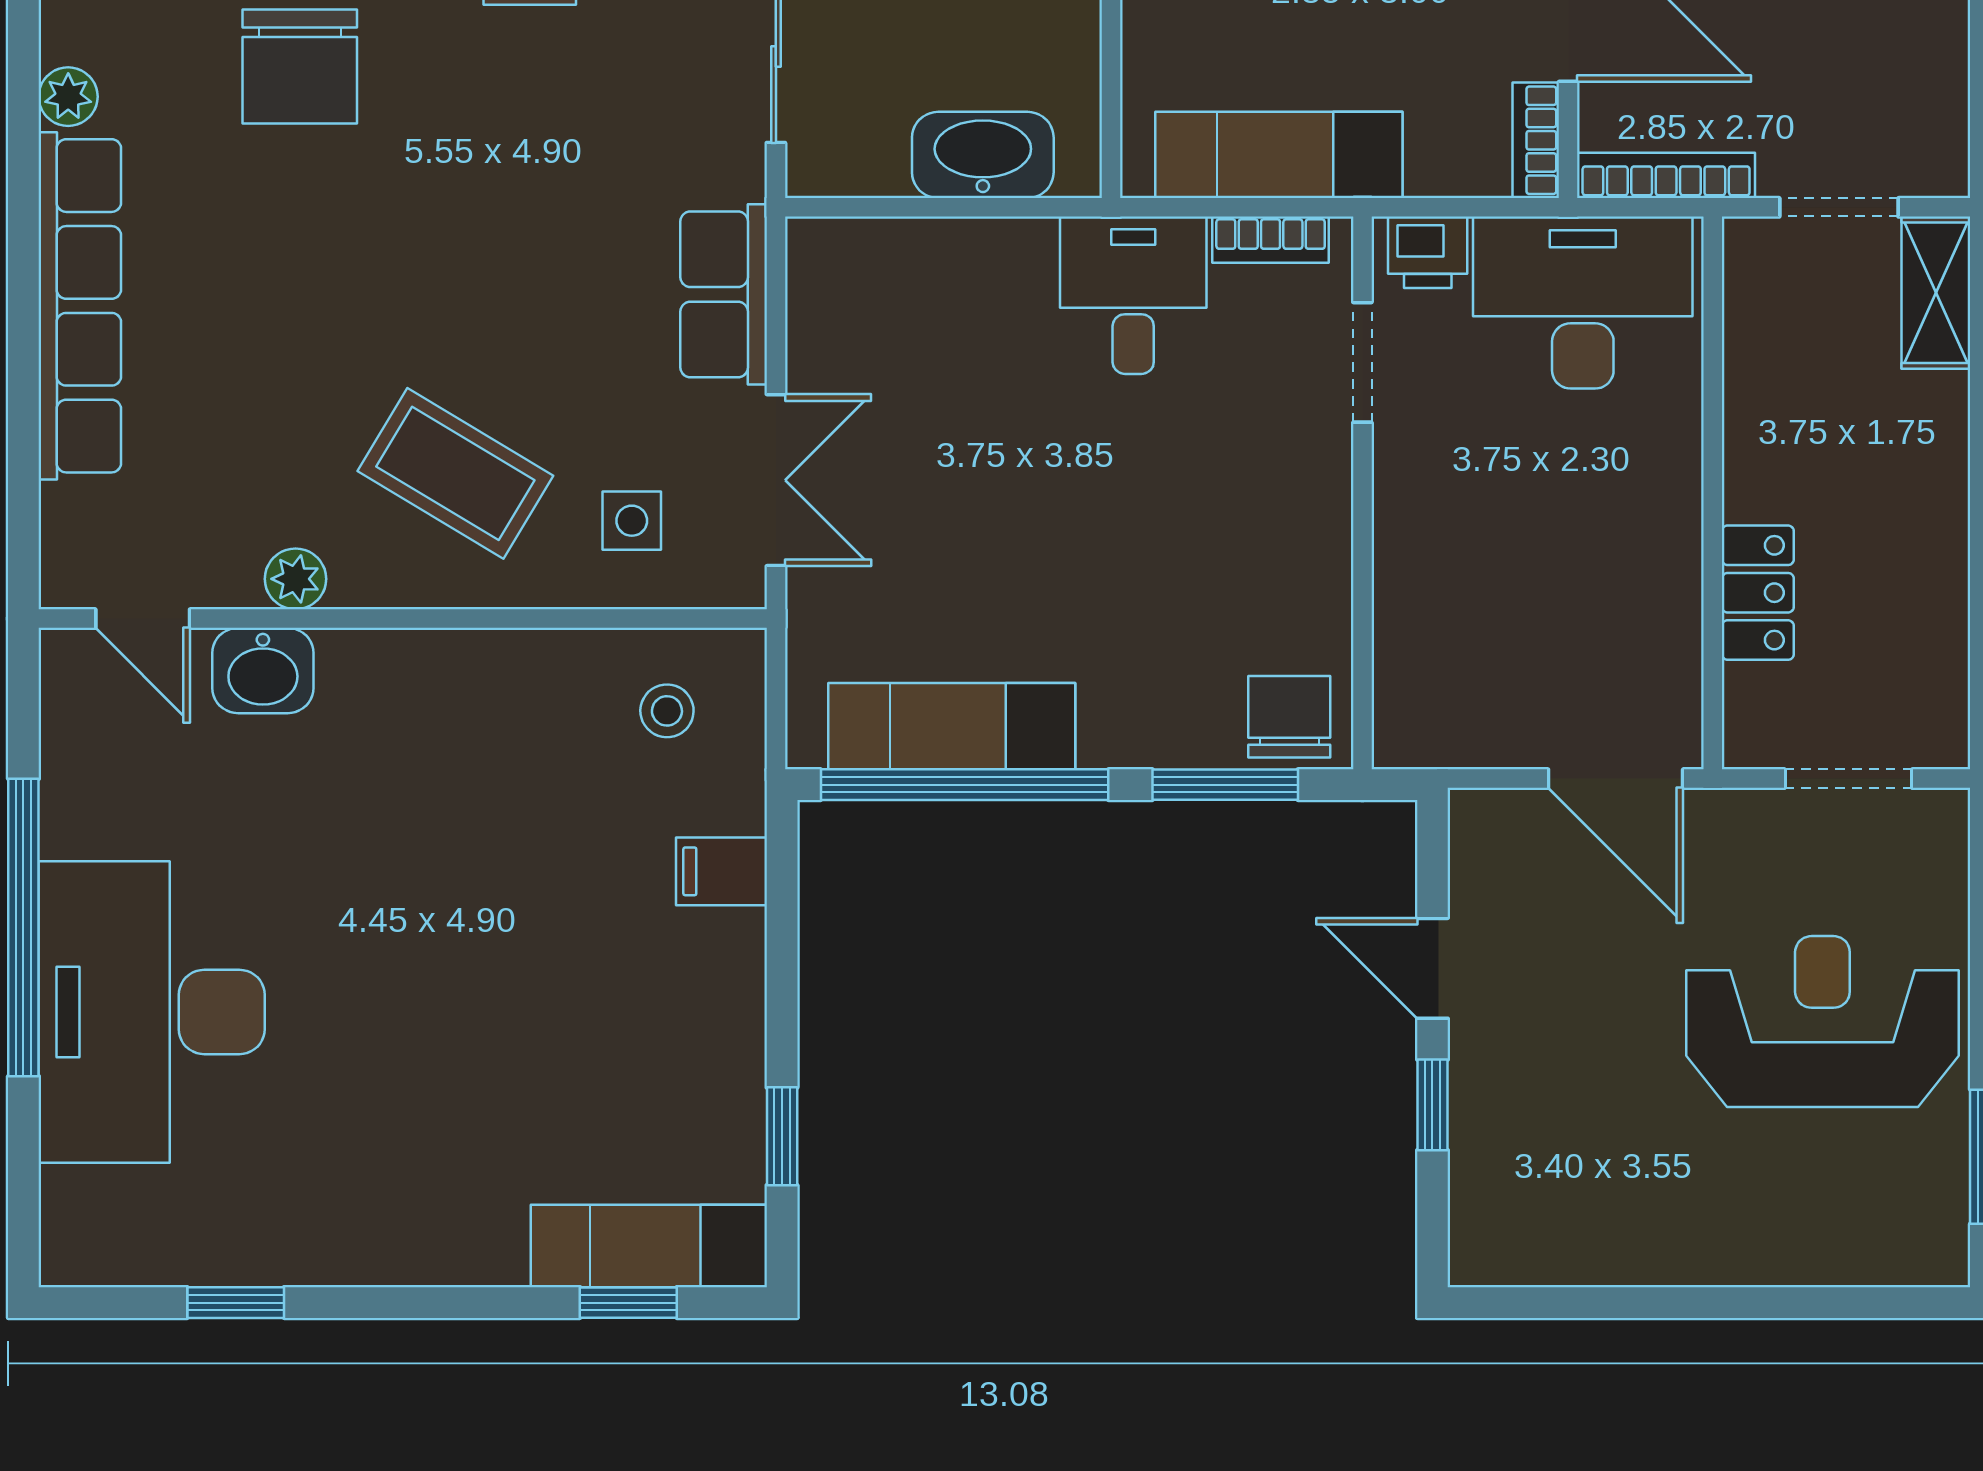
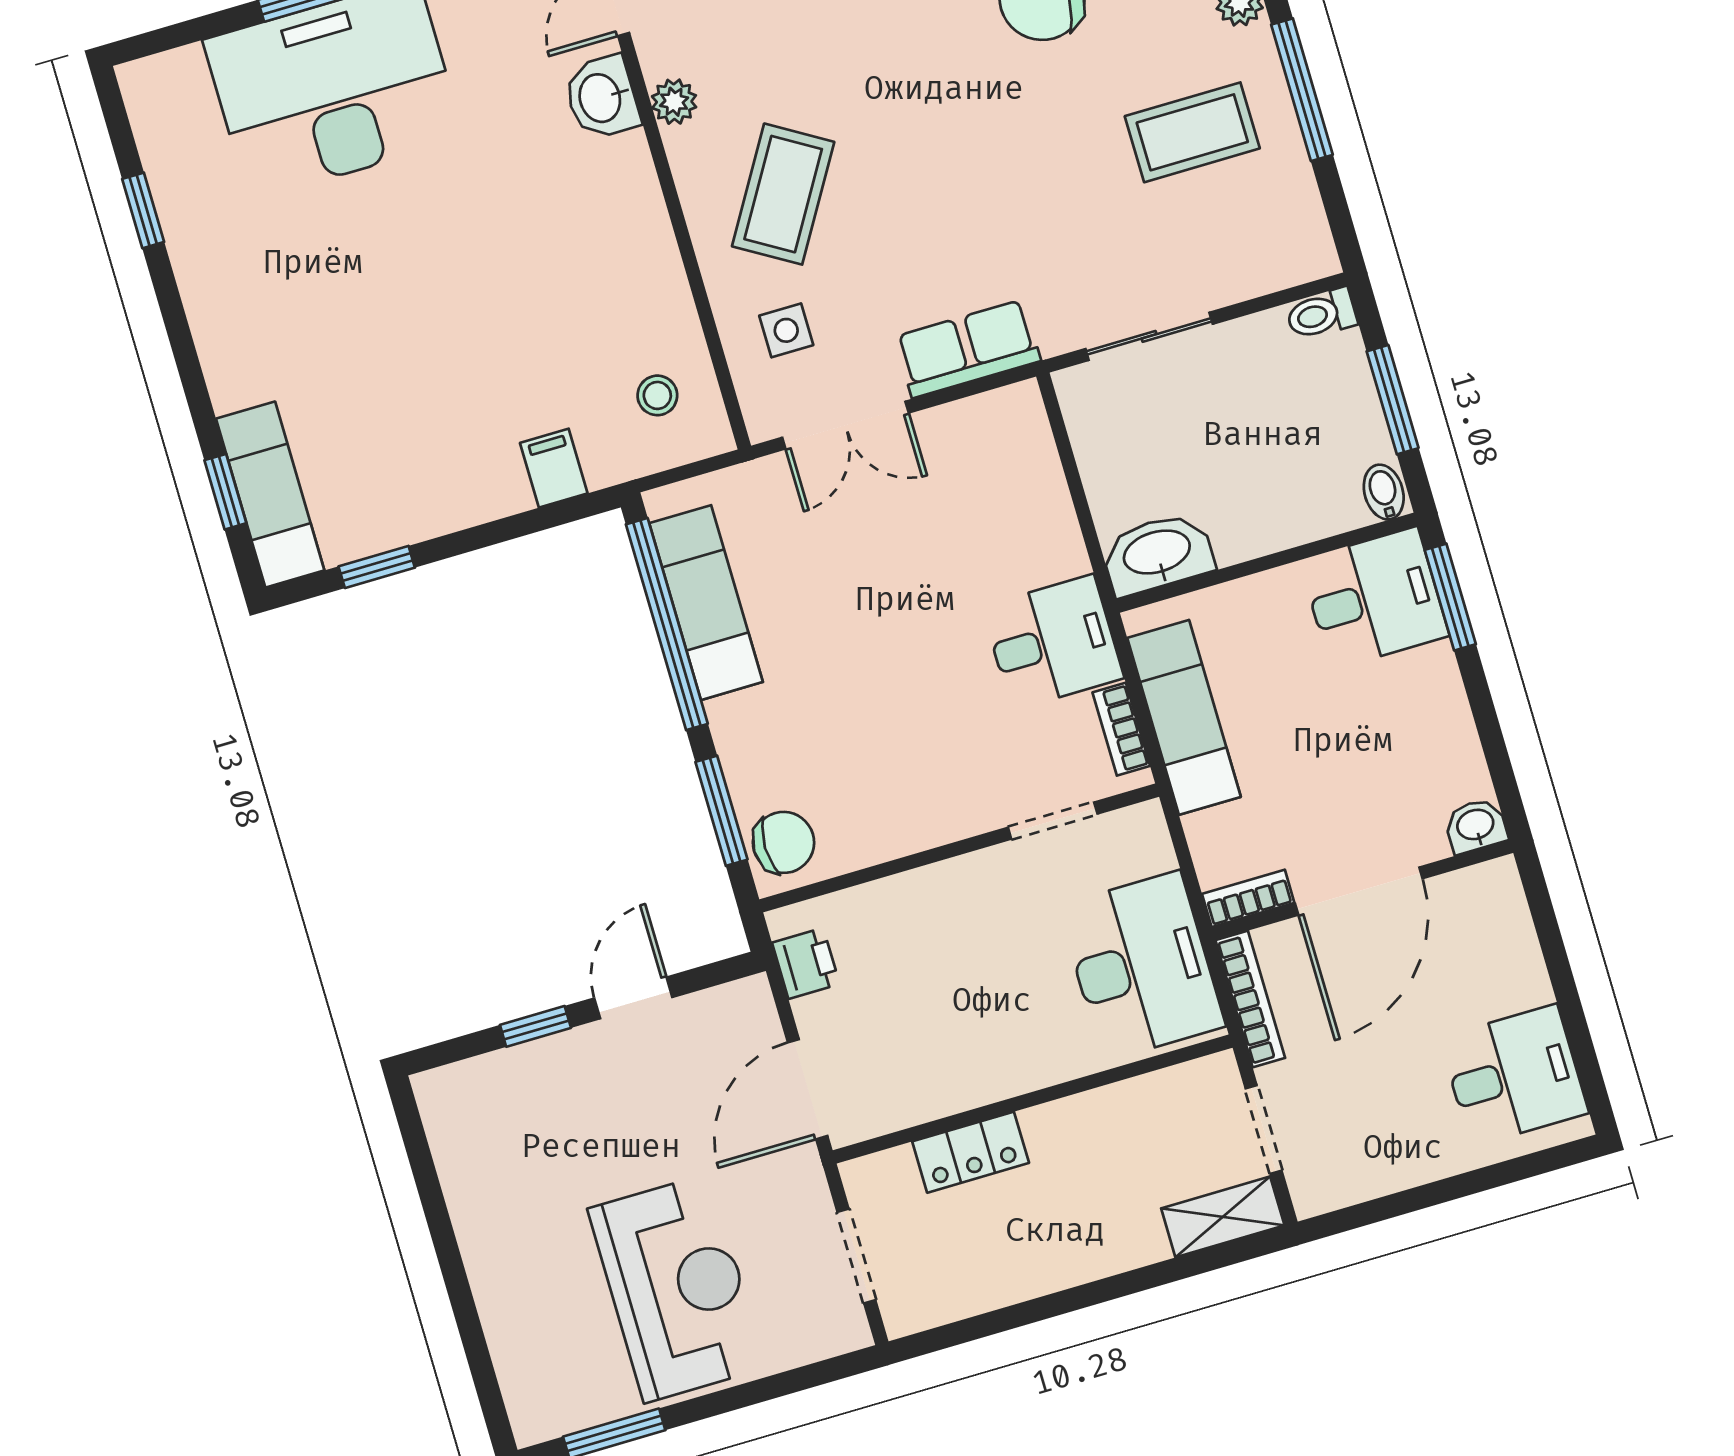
washbasin: (983, 155) -> (1157, 554), moved, turned -90
printer: (1428, 252) -> (806, 963), moved, turned 180

